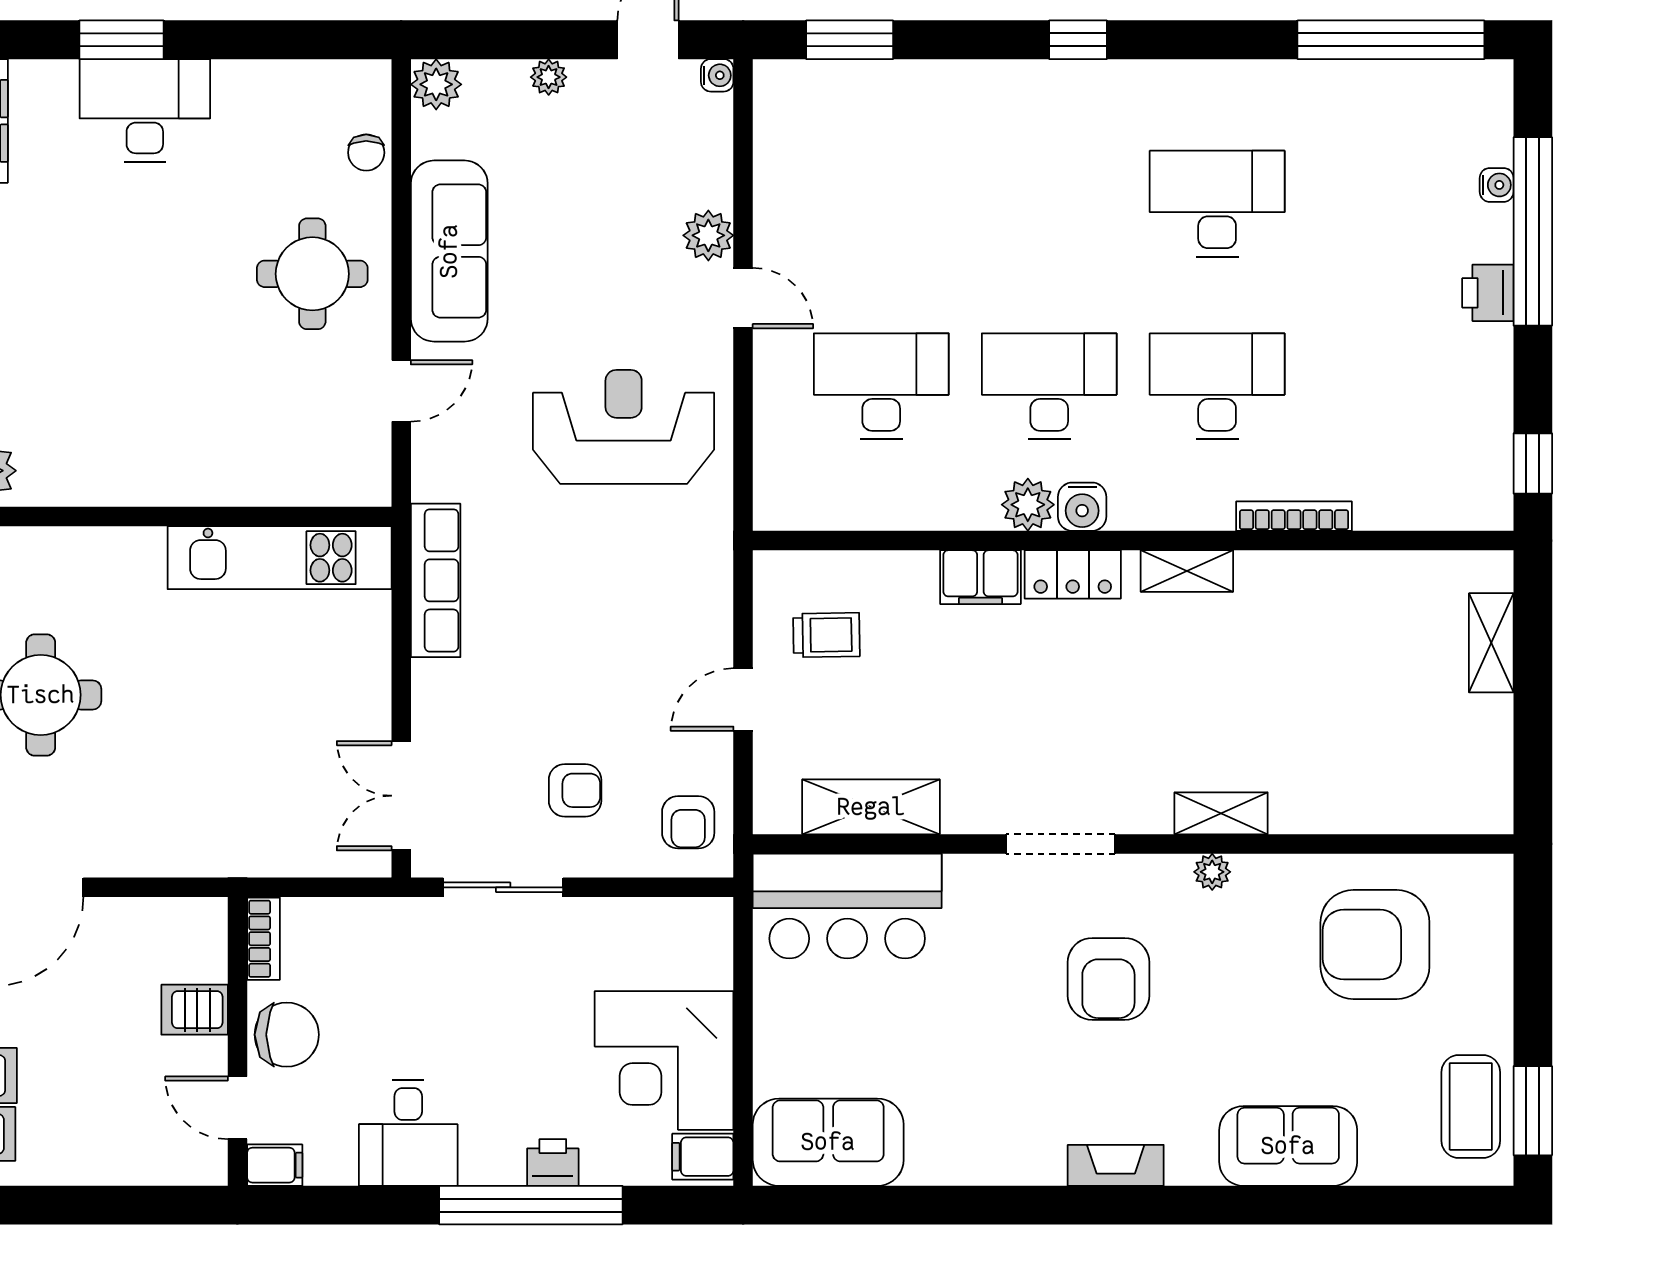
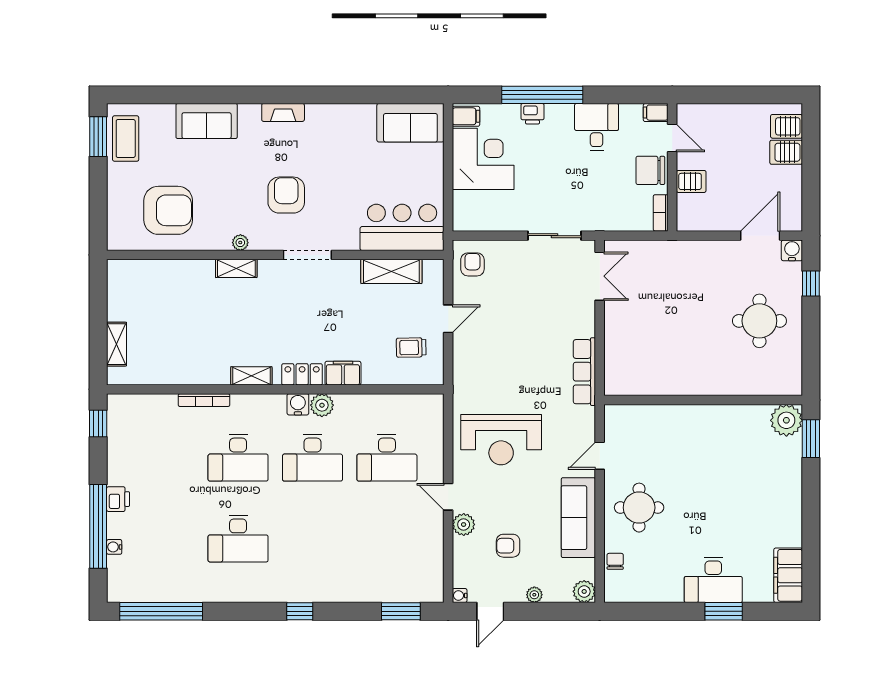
kitchen unit: (280, 558) -> (654, 382), removed
armchair: (575, 790) -> (508, 546), moved

